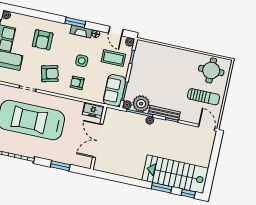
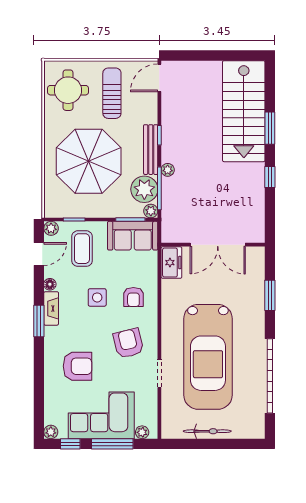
parasol: (165, 74) -> (89, 161), added
window: (188, 194) -> (270, 177), moved

